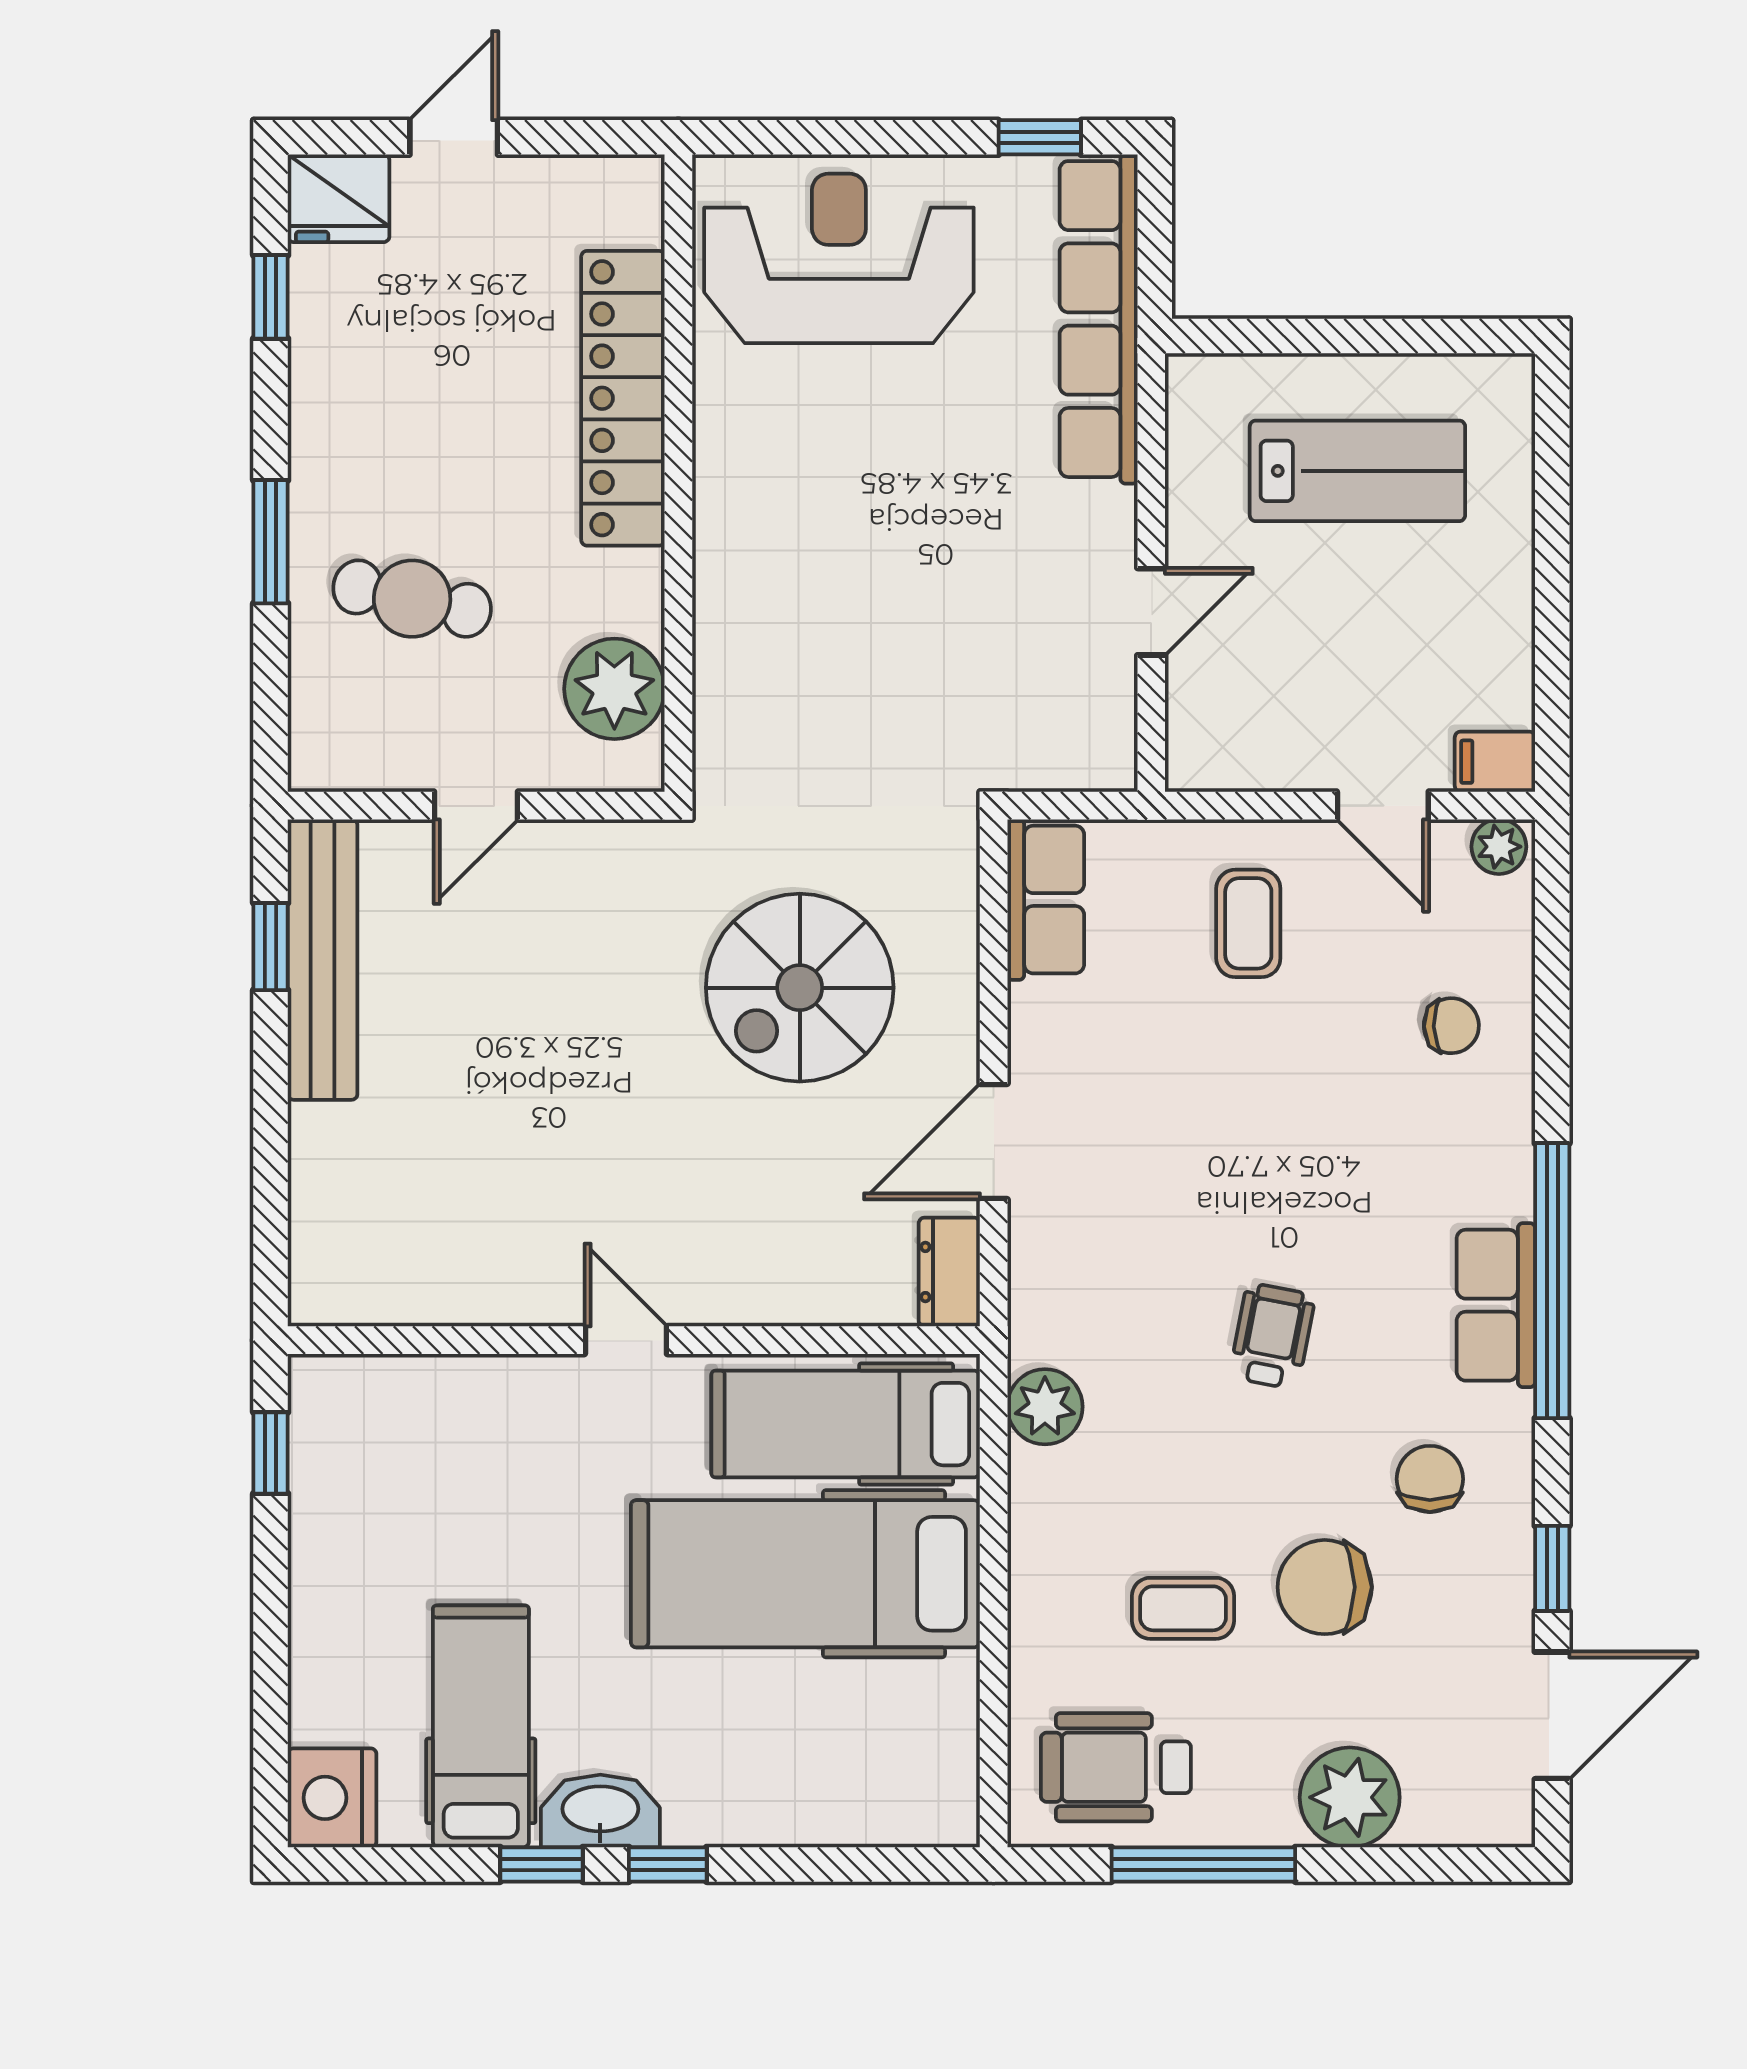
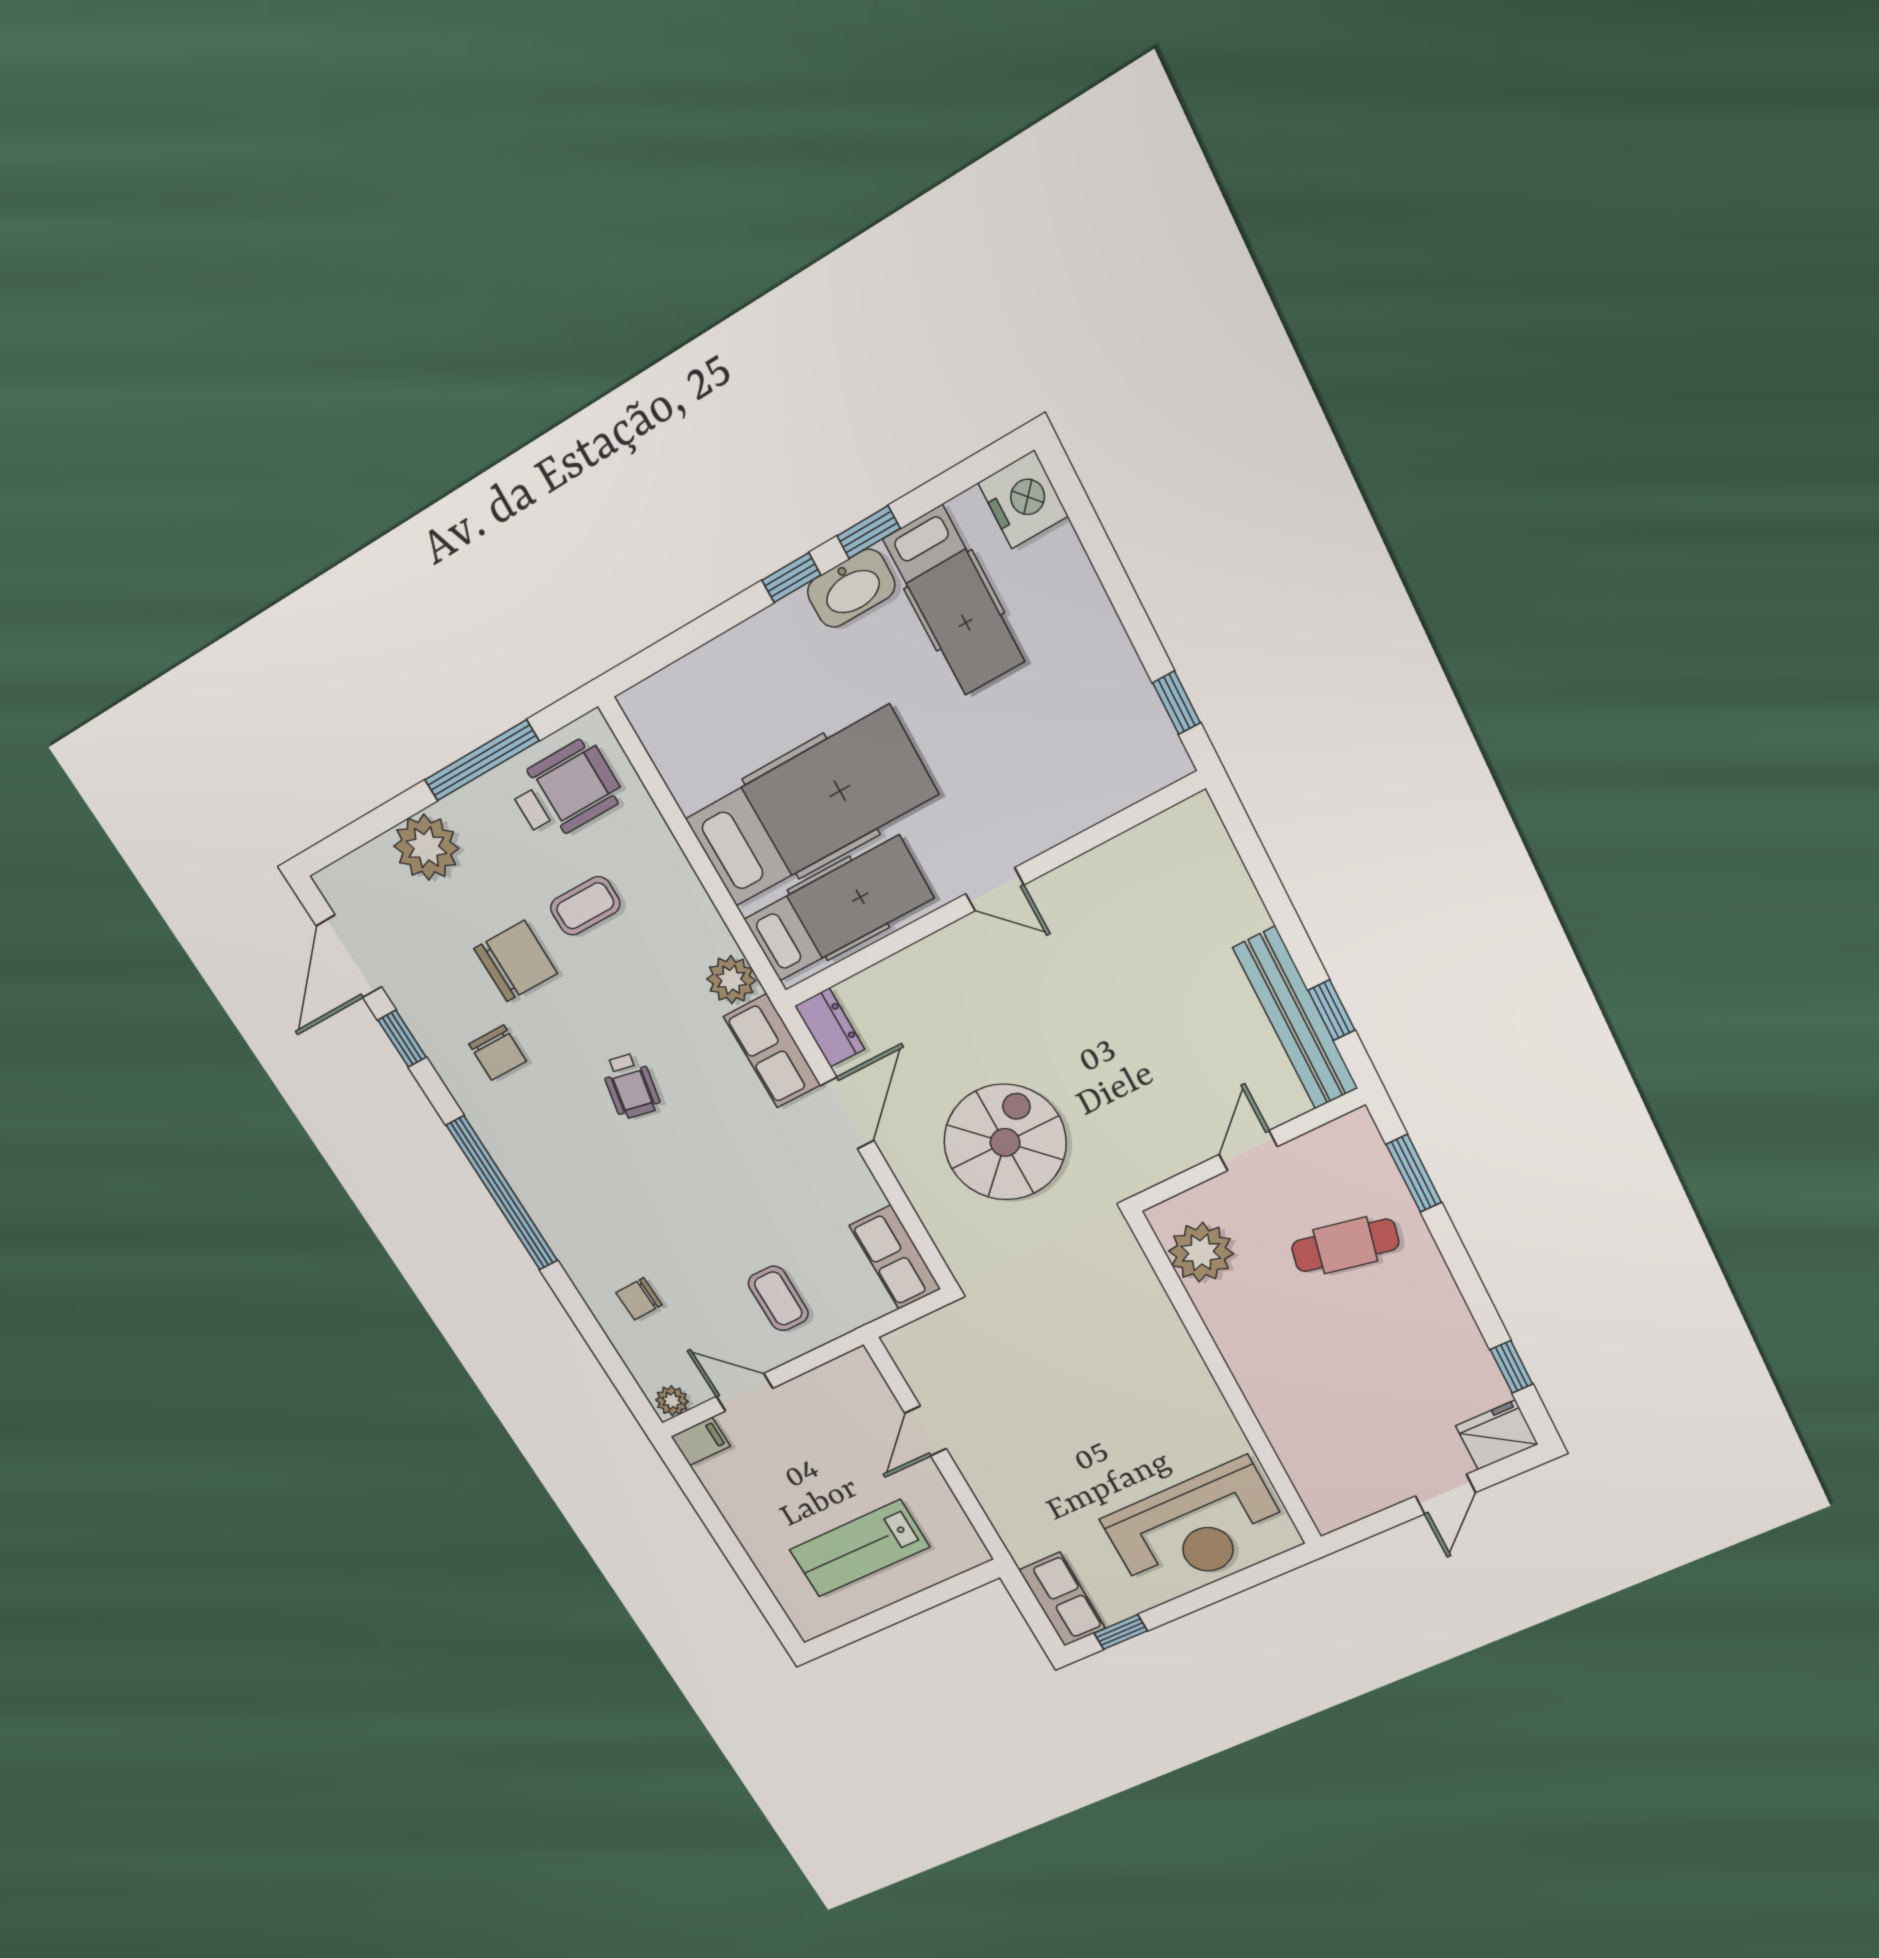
row of seats: (1099, 319) -> (1062, 1599), width x0.50
locker: (623, 398) -> (1278, 1406), removed
window: (271, 542) -> (1414, 1173), moved
row of seats: (1496, 1305) -> (772, 1051), moved, turned 180

